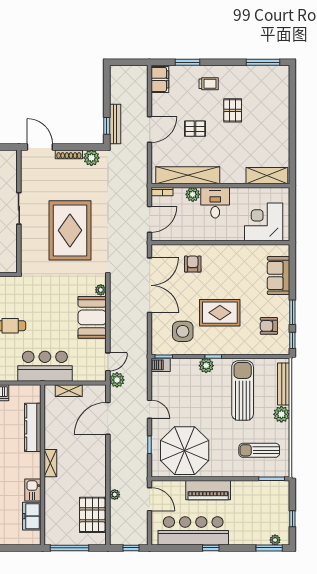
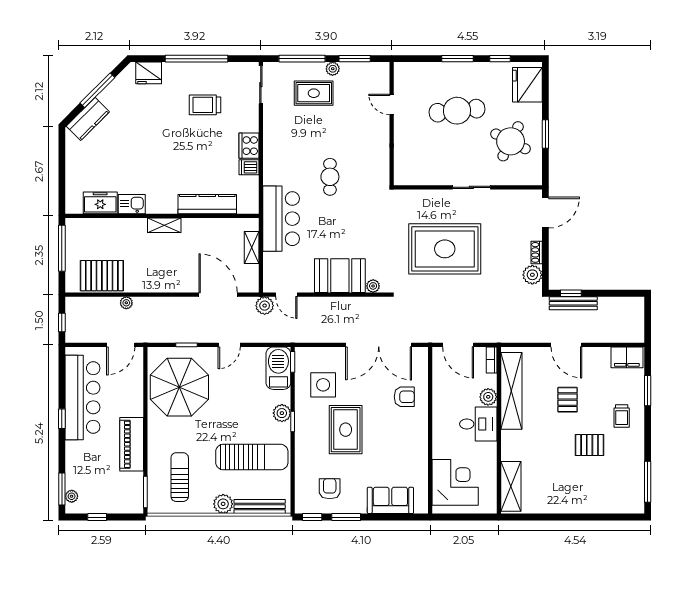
shoe rack: (69, 154) -> (537, 252), width x0.70
barbecue: (161, 365) -> (278, 368), width x1.88, depth x1.53
piano: (208, 490) -> (132, 444), moved

